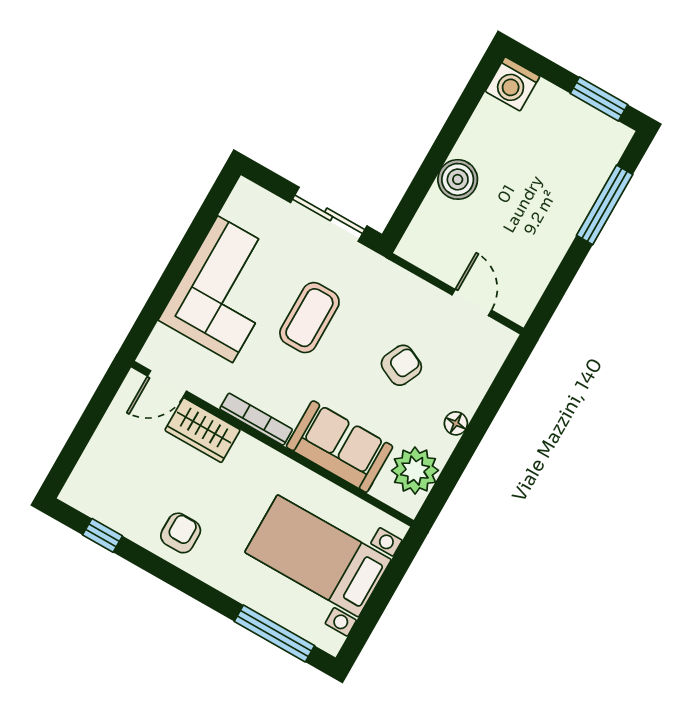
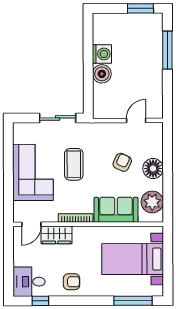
washing machine: (513, 84) -> (102, 54), moved, turned -90
door: (472, 303) -> (136, 121), hinge flipped
floor lamp: (456, 423) -> (153, 168), width x1.89, depth x1.89
desk: (102, 488) -> (29, 282), added
armchair: (181, 533) -> (72, 282), turned 90

